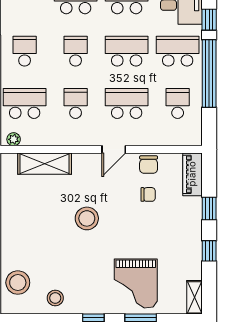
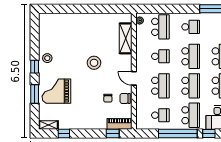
school desk: (76, 51) -> (191, 56), width x1.85
window: (209, 209) -> (113, 133), moved
window: (209, 251) -> (64, 133), moved
stool: (18, 283) -> (57, 23), removed
stool: (55, 298) -> (47, 58), moved

